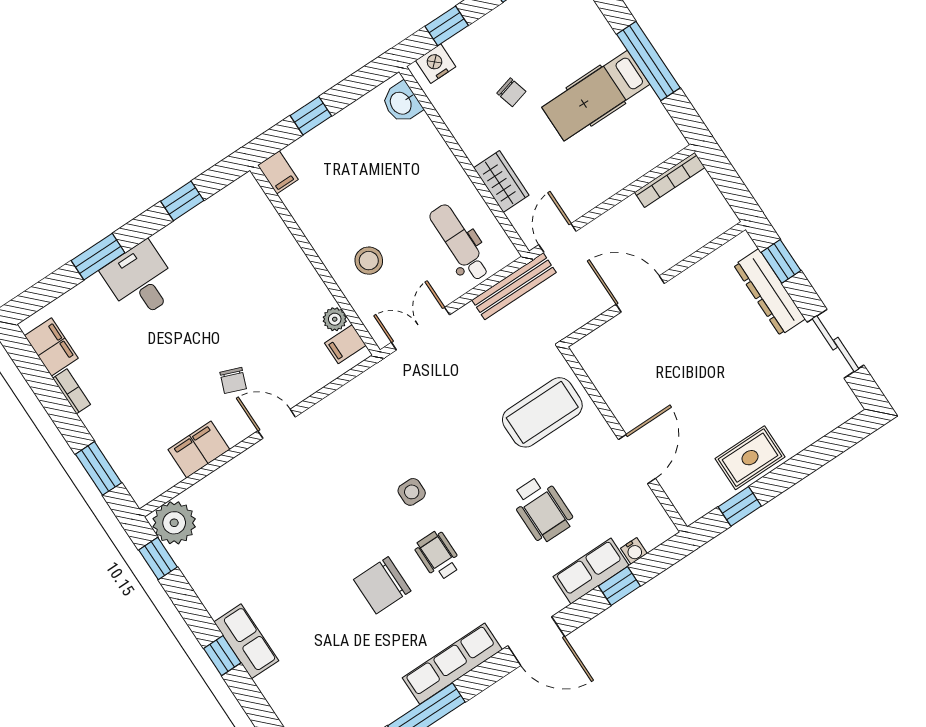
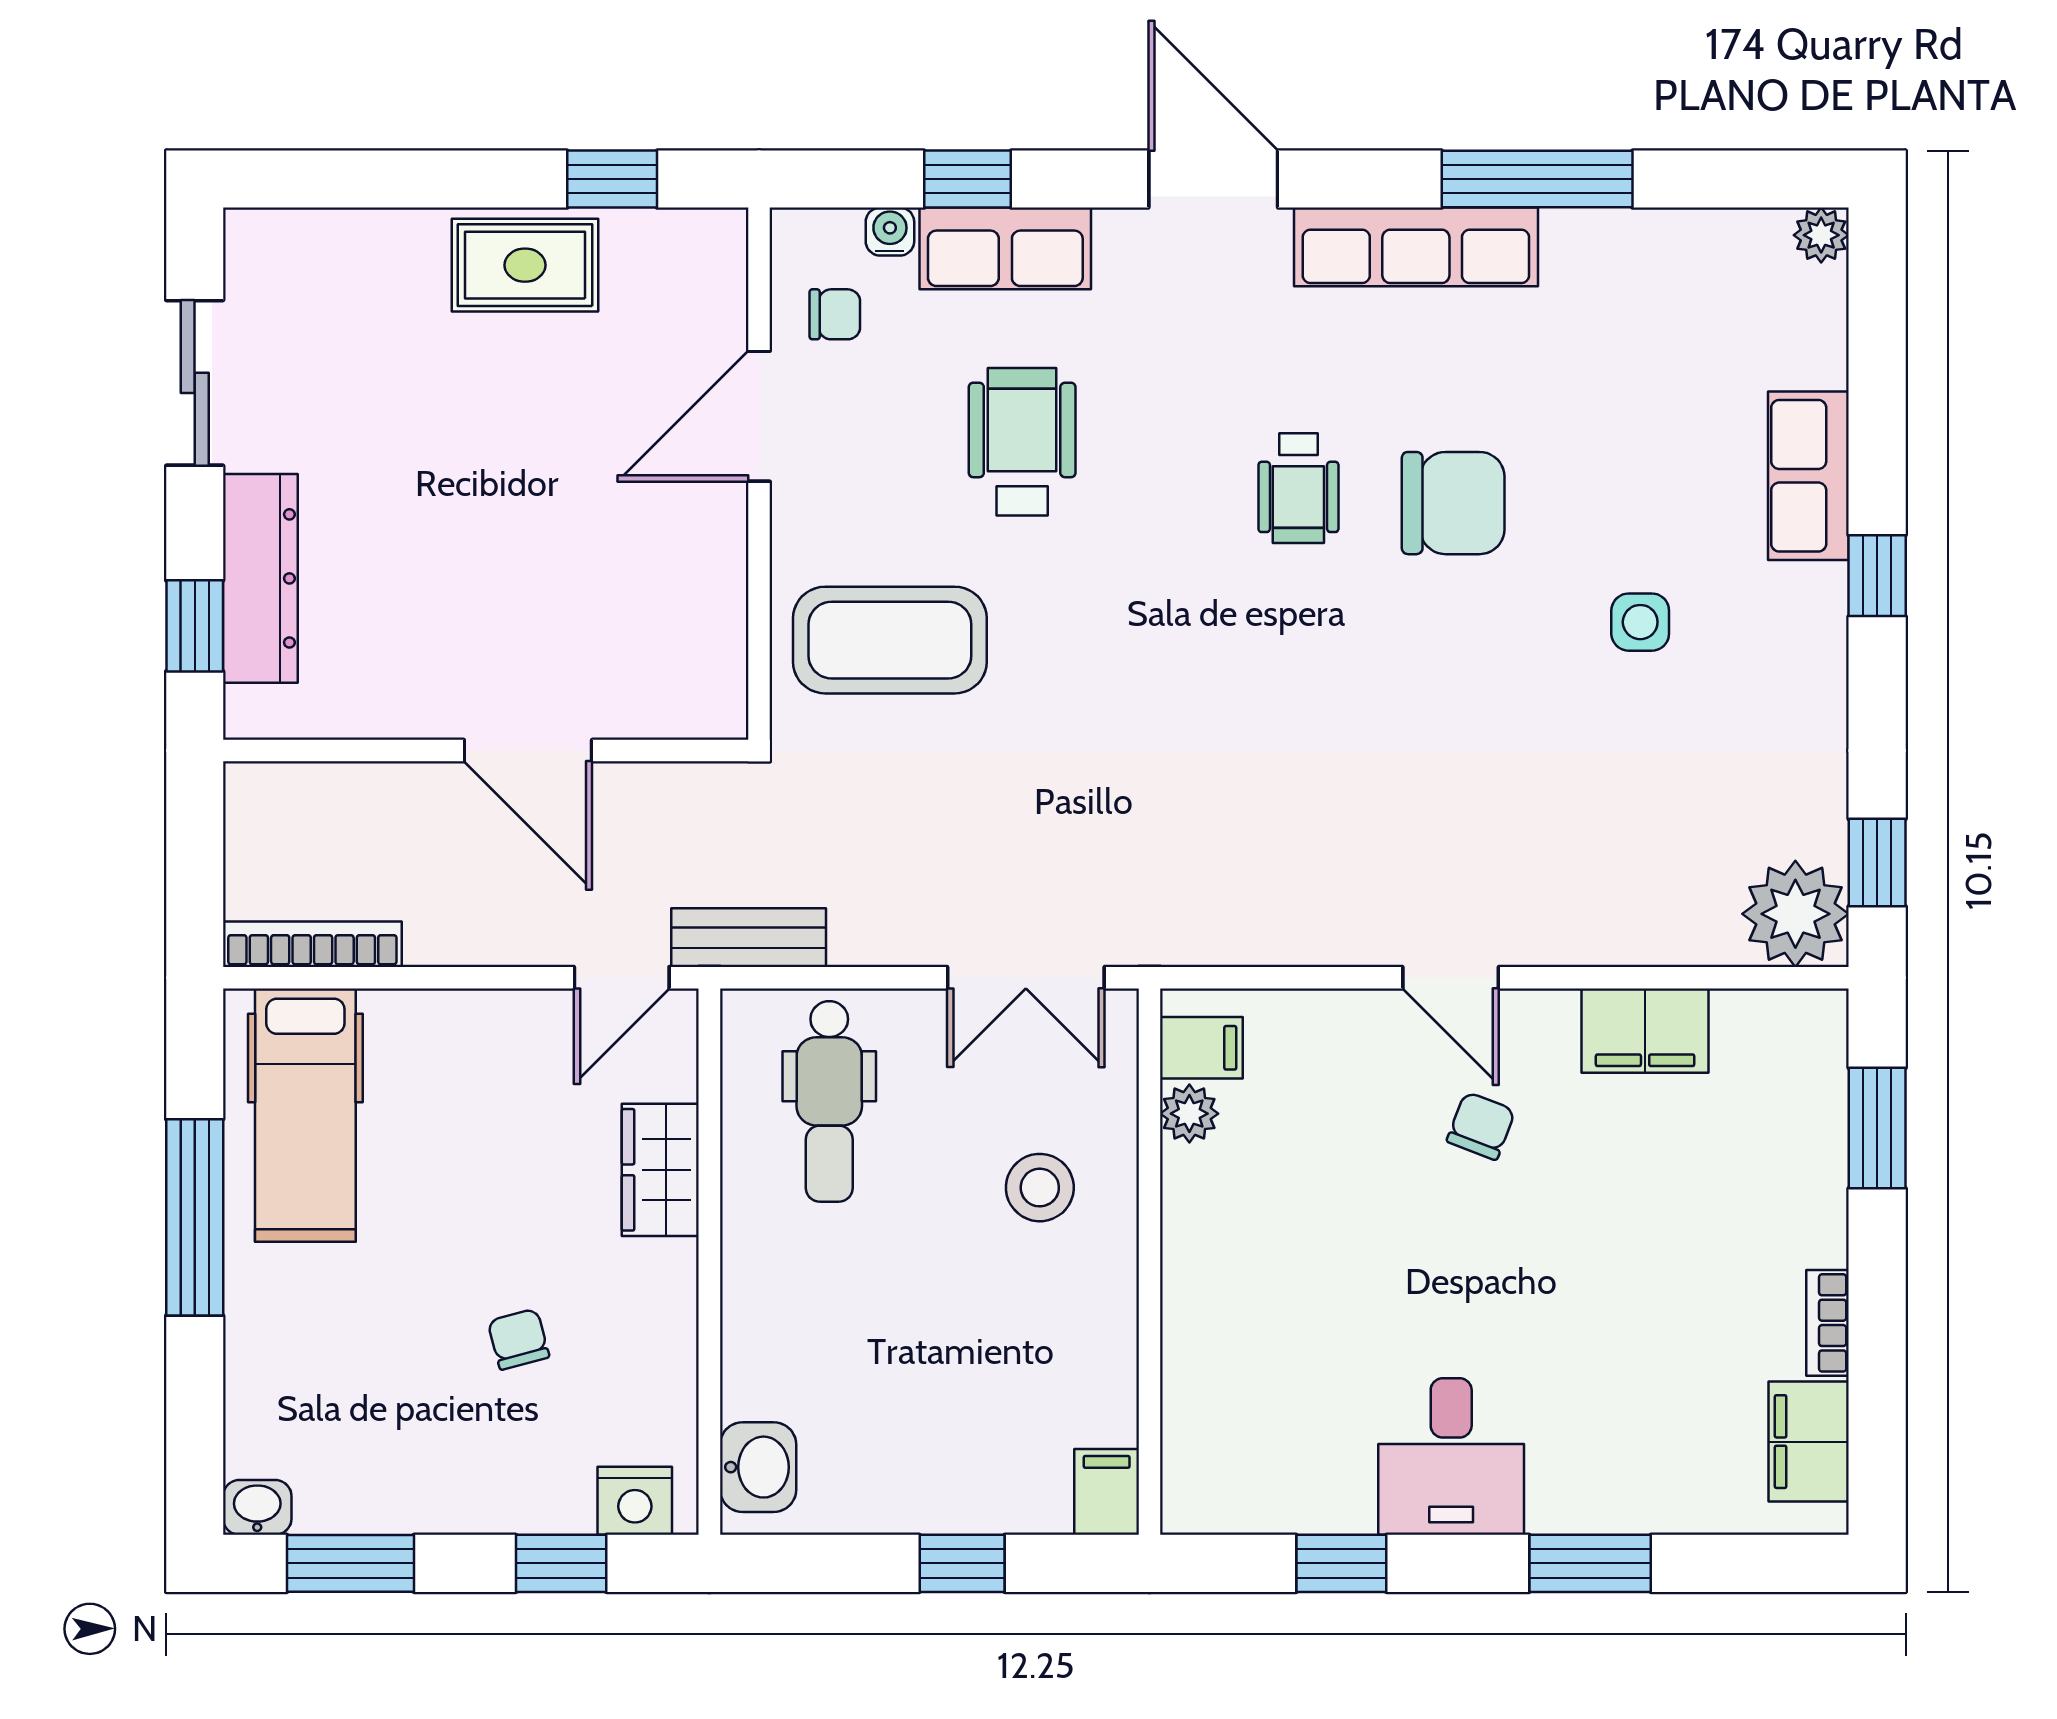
hospital bed: (596, 96) -> (305, 1115), moved, turned 90
desk: (141, 281) -> (1451, 1457), moved
bench: (514, 286) -> (749, 938), width x0.73
side table: (412, 492) -> (1640, 622), moved
chair: (634, 510) -> (835, 314), added
row of seats: (246, 641) -> (1808, 476), moved

